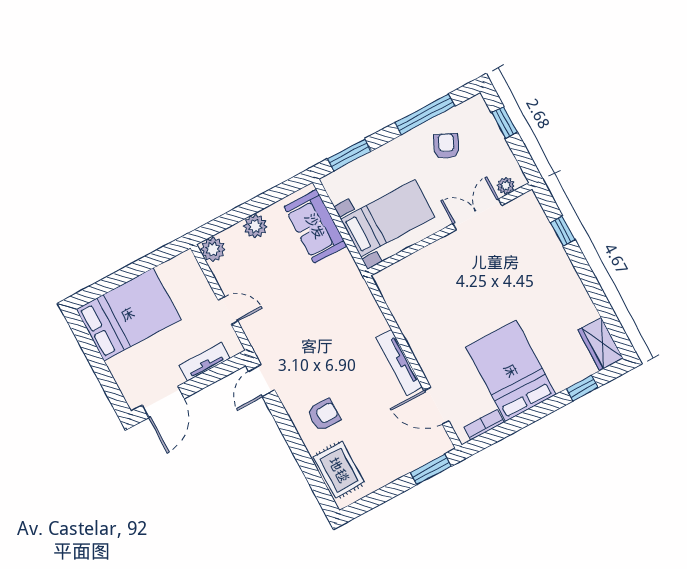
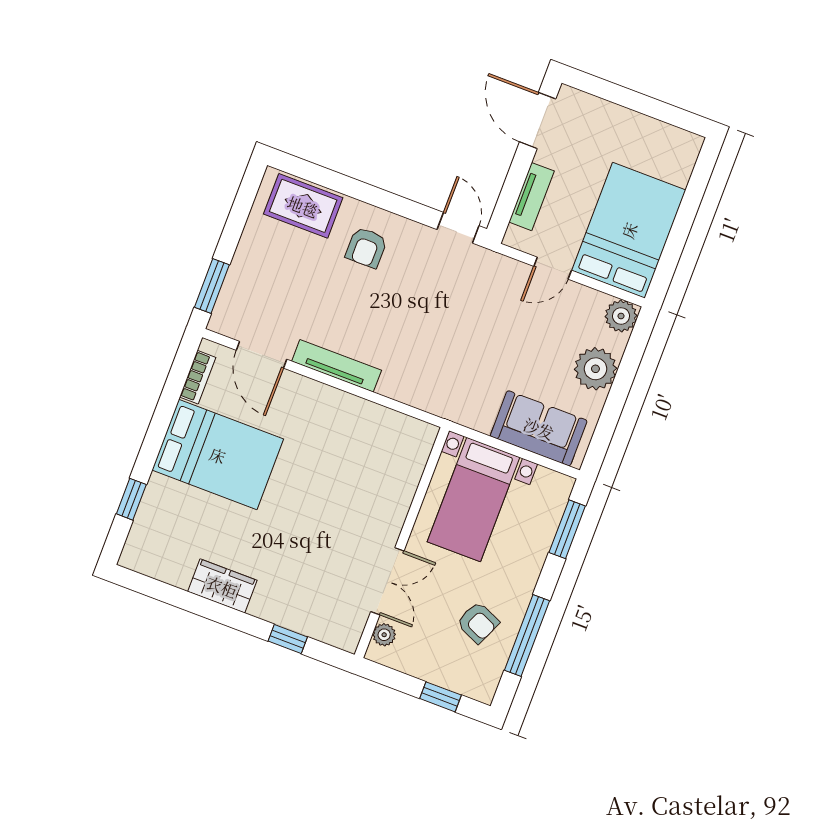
plant: (255, 226) -> (595, 369), width x1.36, depth x1.36
bed: (128, 314) -> (629, 230), moved, turned 180
wardrobe: (600, 344) -> (222, 586), moved
door: (437, 406) -> (261, 355), swing flipped

